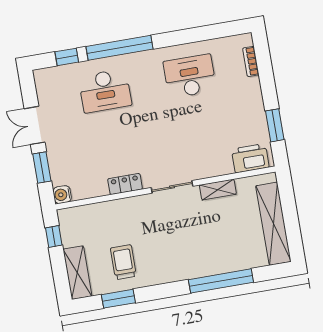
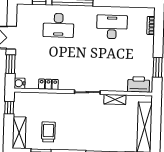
locker: (125, 184) -> (48, 84), moved

